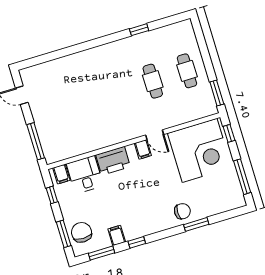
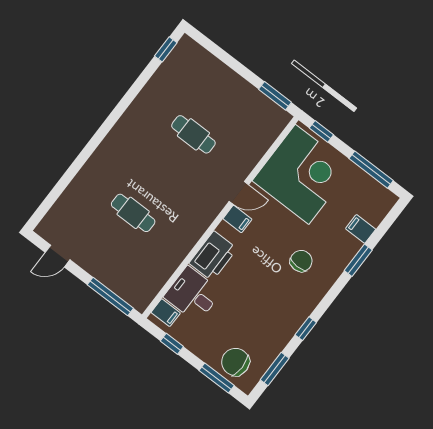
window: (139, 30) -> (166, 49), moved
cafe table: (187, 71) -> (133, 213), moved
chair: (182, 211) -> (301, 261), moved
filing cabinet: (117, 235) -> (361, 229), moved

